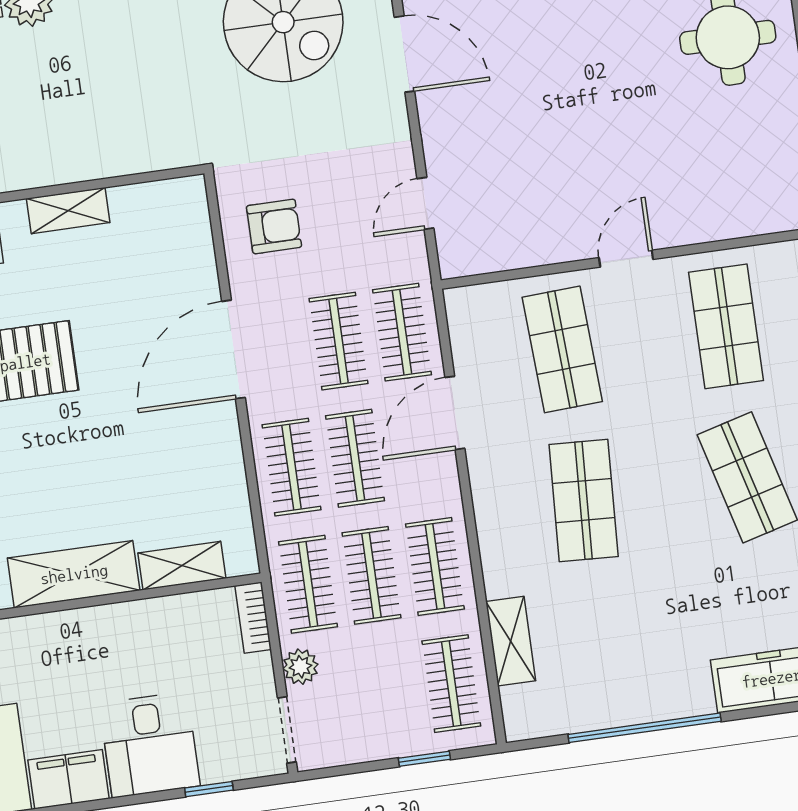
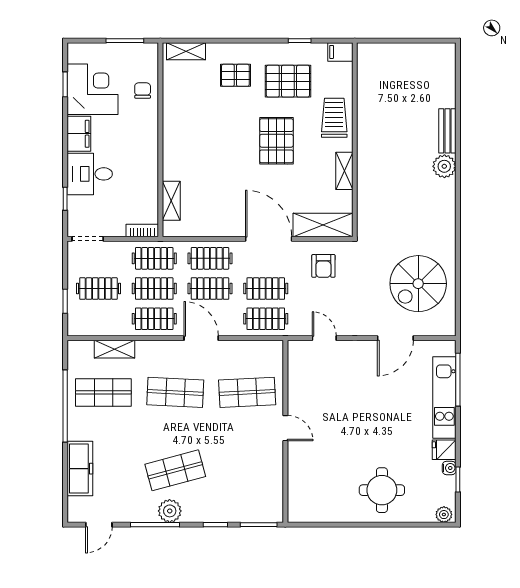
shop shelf: (726, 326) -> (103, 392), moved
door: (455, 413) -> (201, 338), moved
shelving: (74, 574) -> (323, 225), moved, turned 90
plant: (300, 667) -> (116, 249), removed
clothes rail: (451, 684) -> (98, 289), moved

